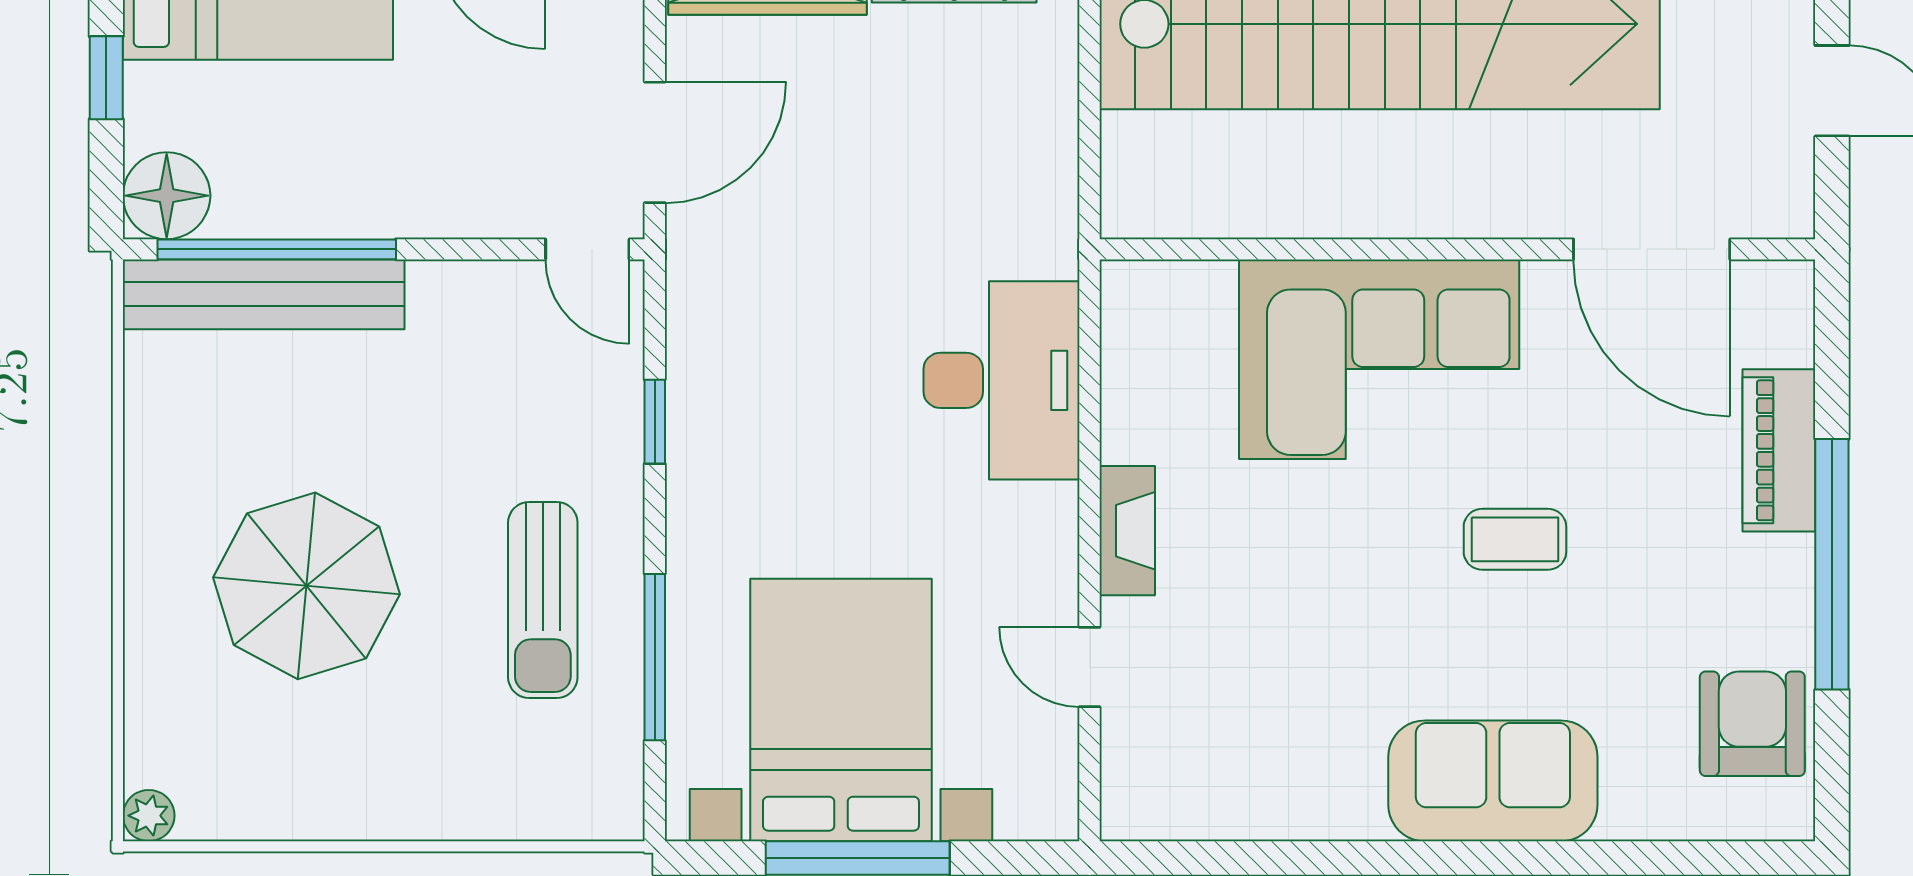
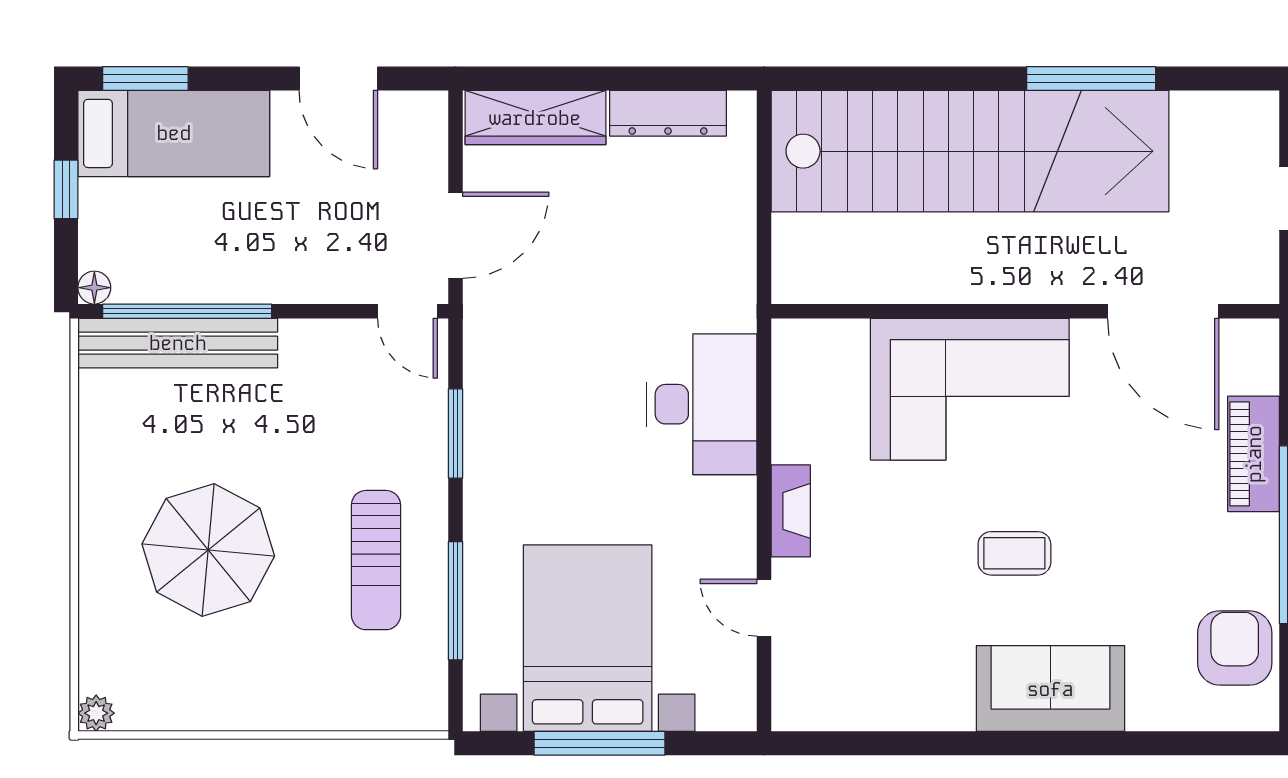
floor lamp: (167, 196) -> (94, 288), width x0.53, depth x0.53
window: (655, 422) -> (455, 433), width x1.50
coffee table: (1515, 539) -> (1014, 553), moved

